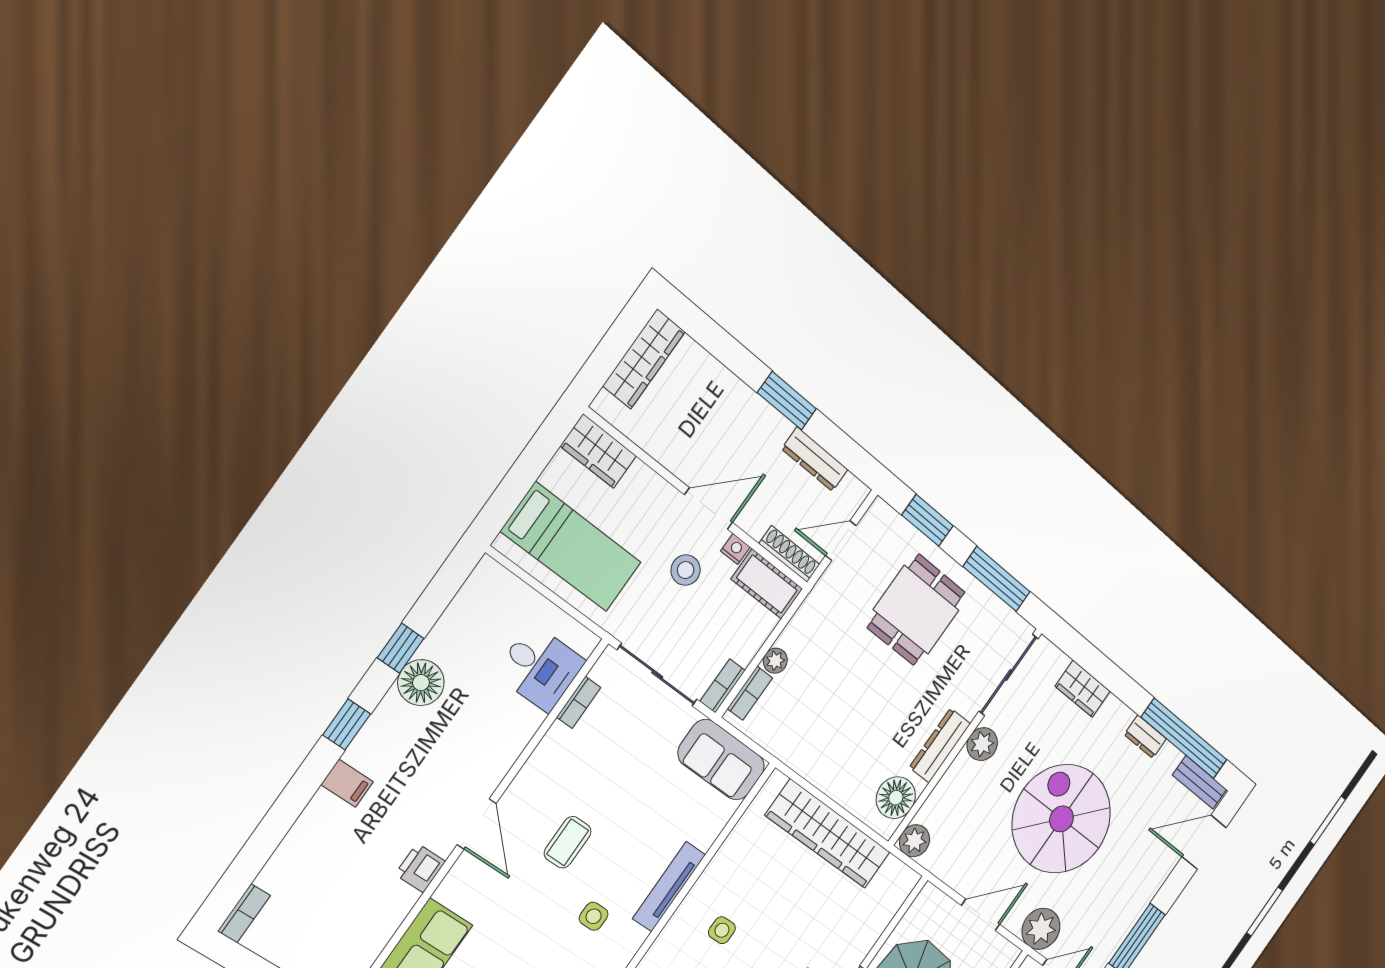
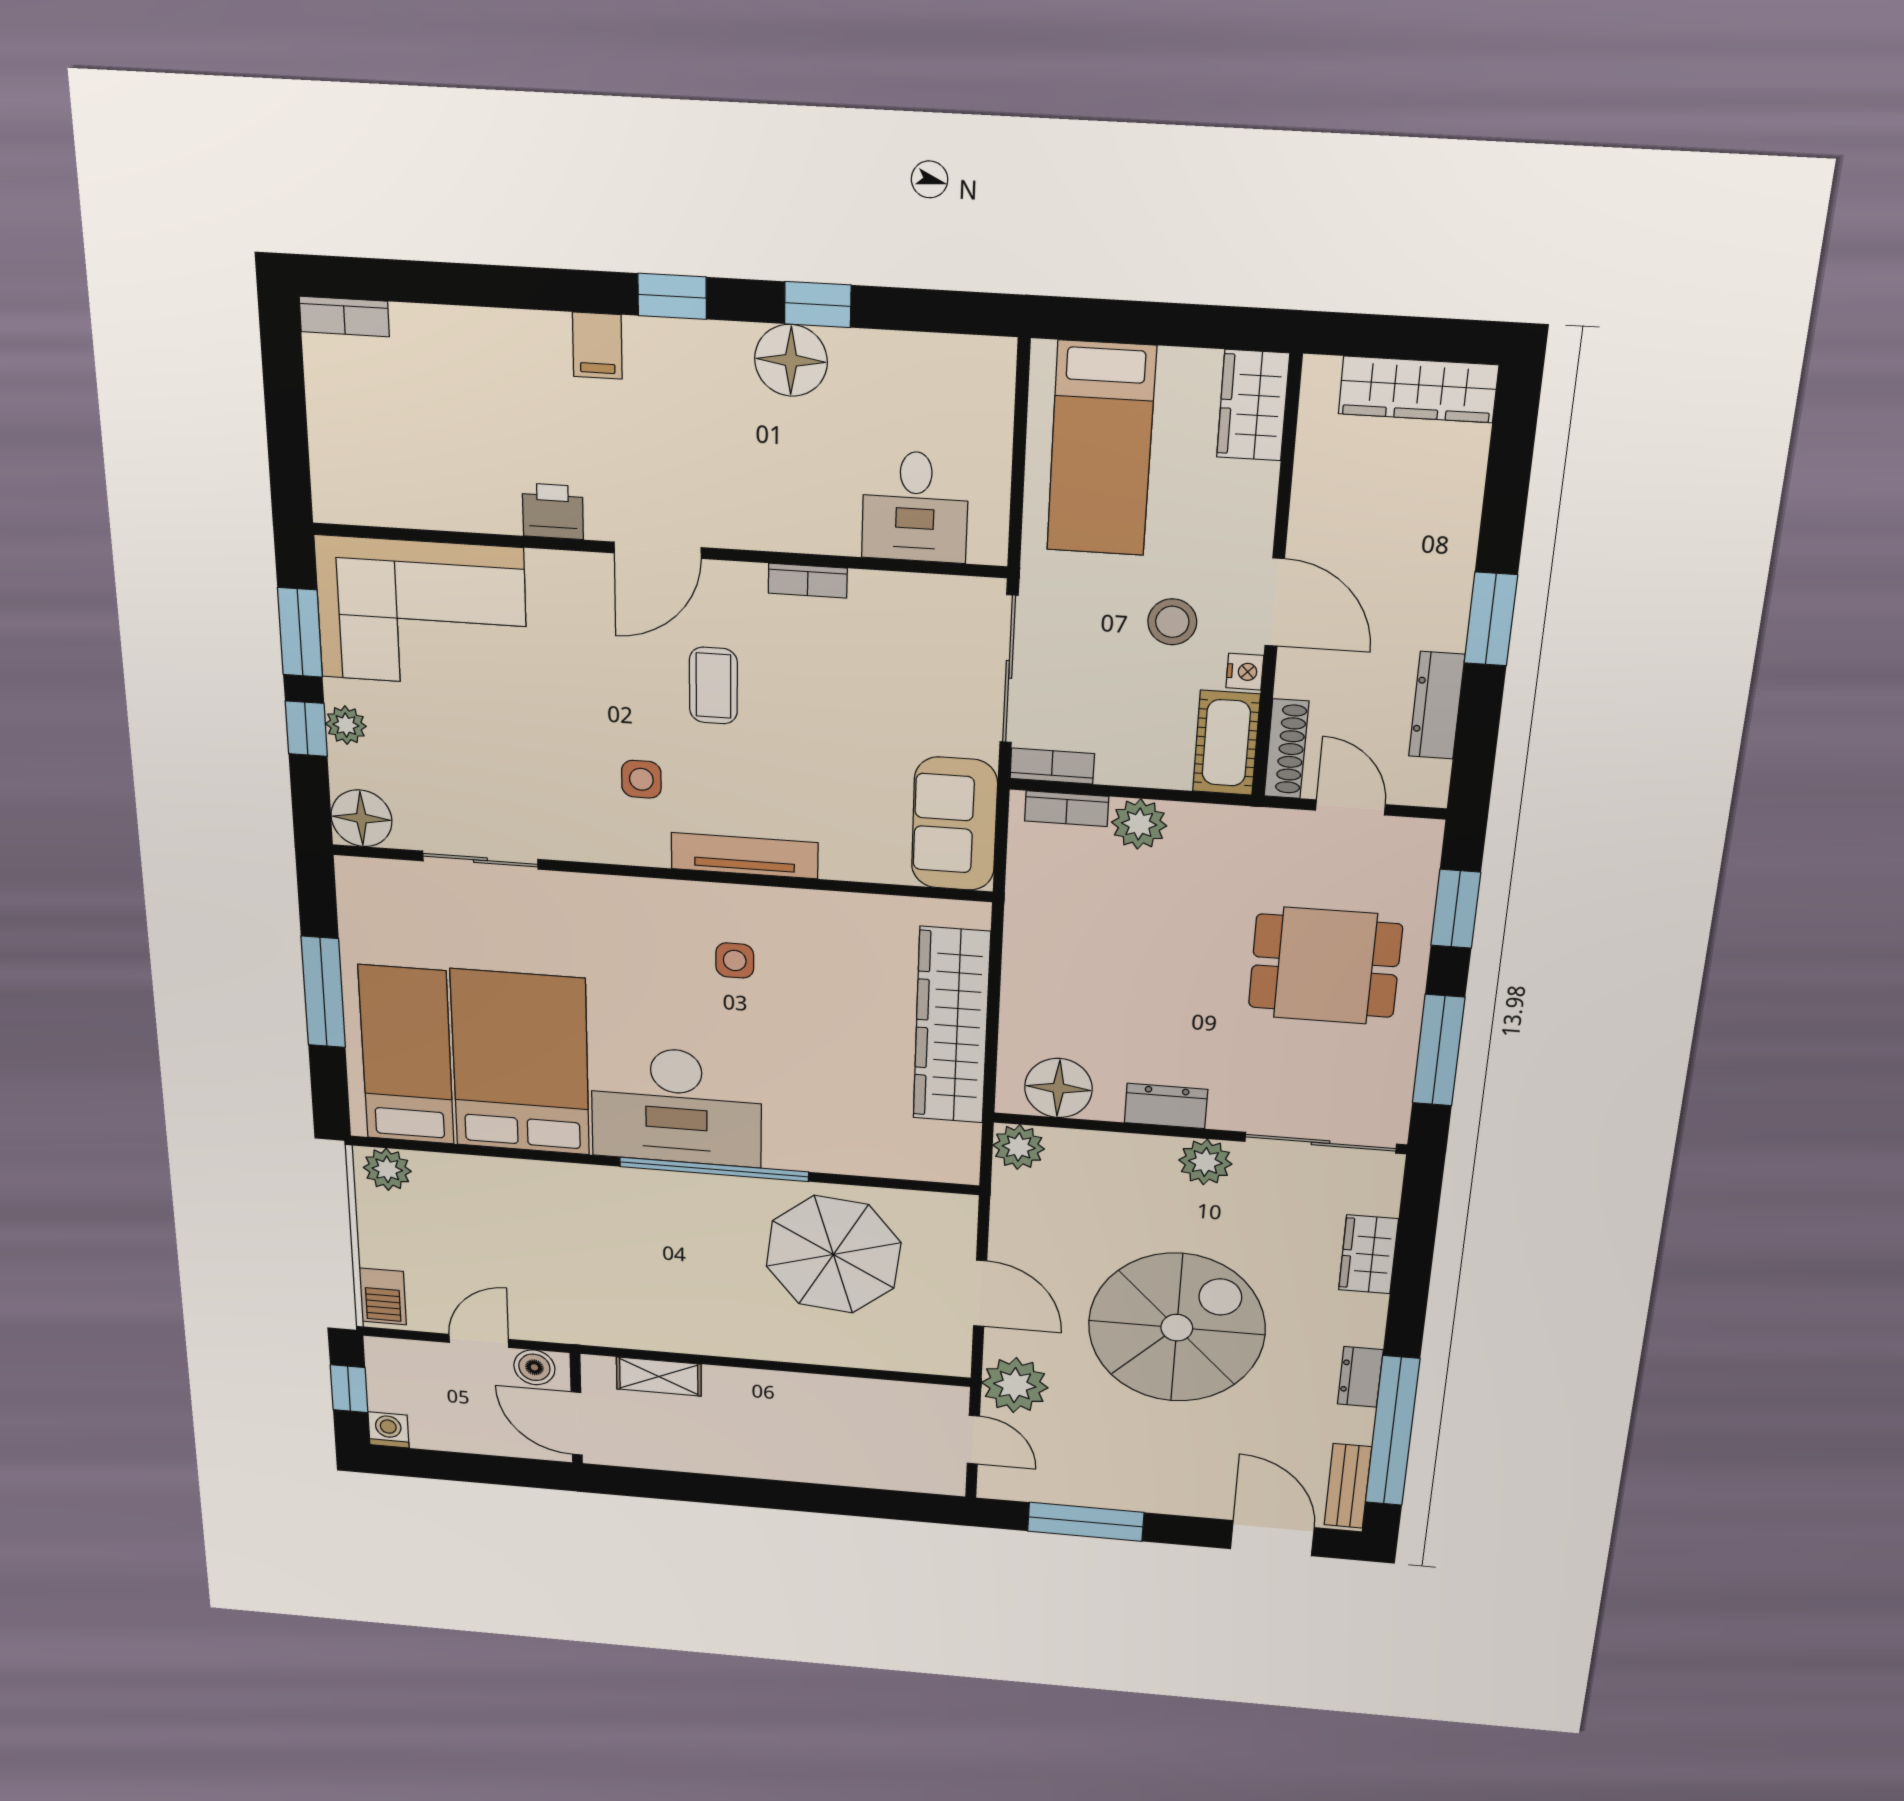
plant: (775, 661) -> (1139, 824), width x1.38, depth x1.38
bookcase: (579, 702) -> (808, 581), moved
dresser: (940, 745) -> (1166, 1106), width x0.70
coffee table: (568, 842) -> (713, 686), turned 90

